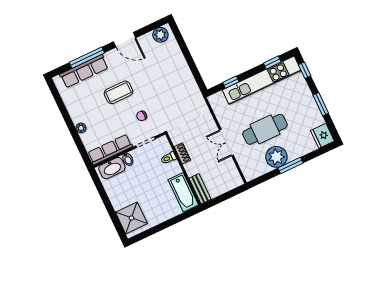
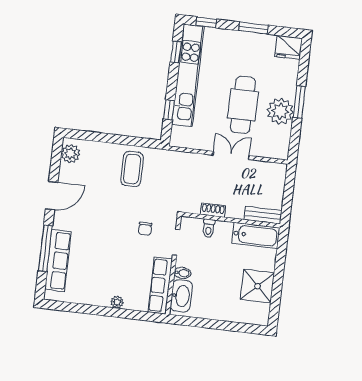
coffee table: (118, 92) -> (132, 169), moved
double door: (226, 143) -> (231, 155), swing flipped
shower: (131, 218) -> (257, 286), moved

